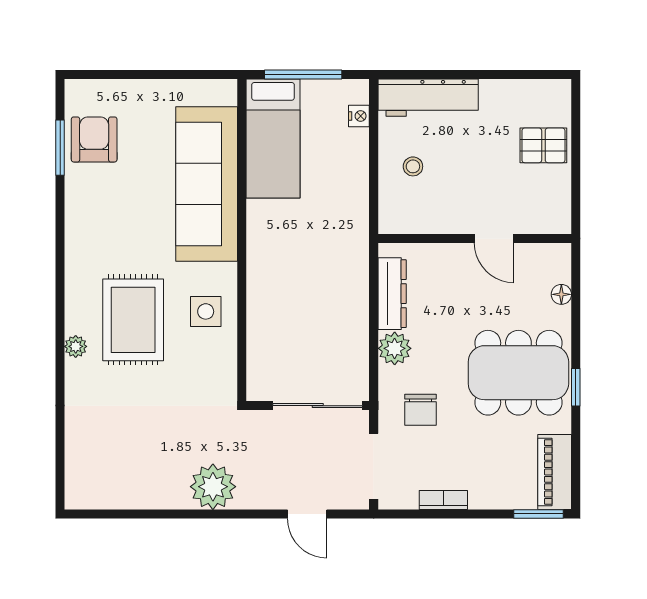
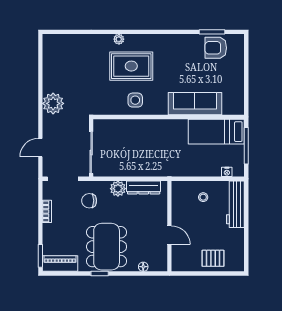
armchair: (94, 139) -> (216, 48), turned 180
pallet: (543, 145) -> (213, 258), turned 90
sofa: (207, 184) -> (195, 104), width x0.74, depth x0.79
door: (494, 239) -> (169, 235), swing flipped

